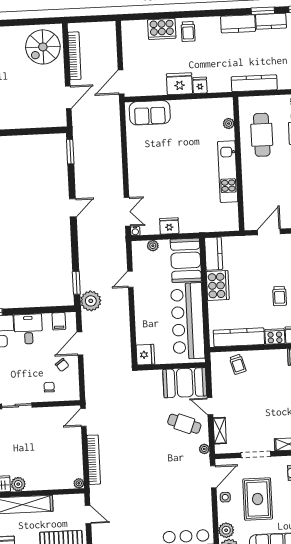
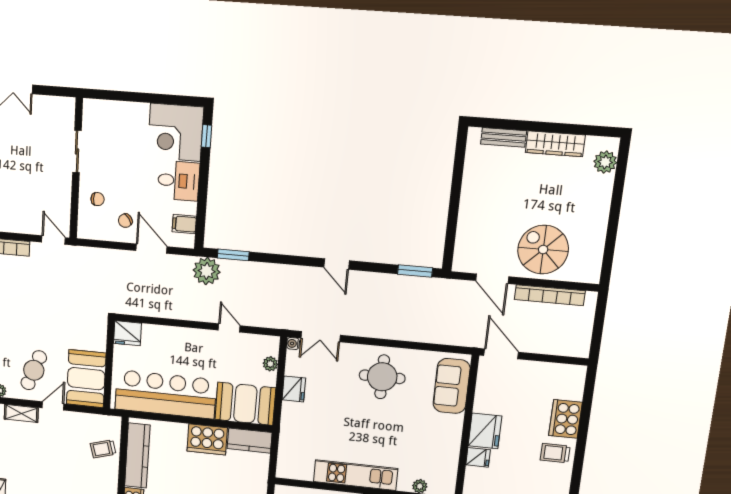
spiral stairs: (43, 47) -> (543, 250), moved
round table: (150, 163) -> (382, 377), added

